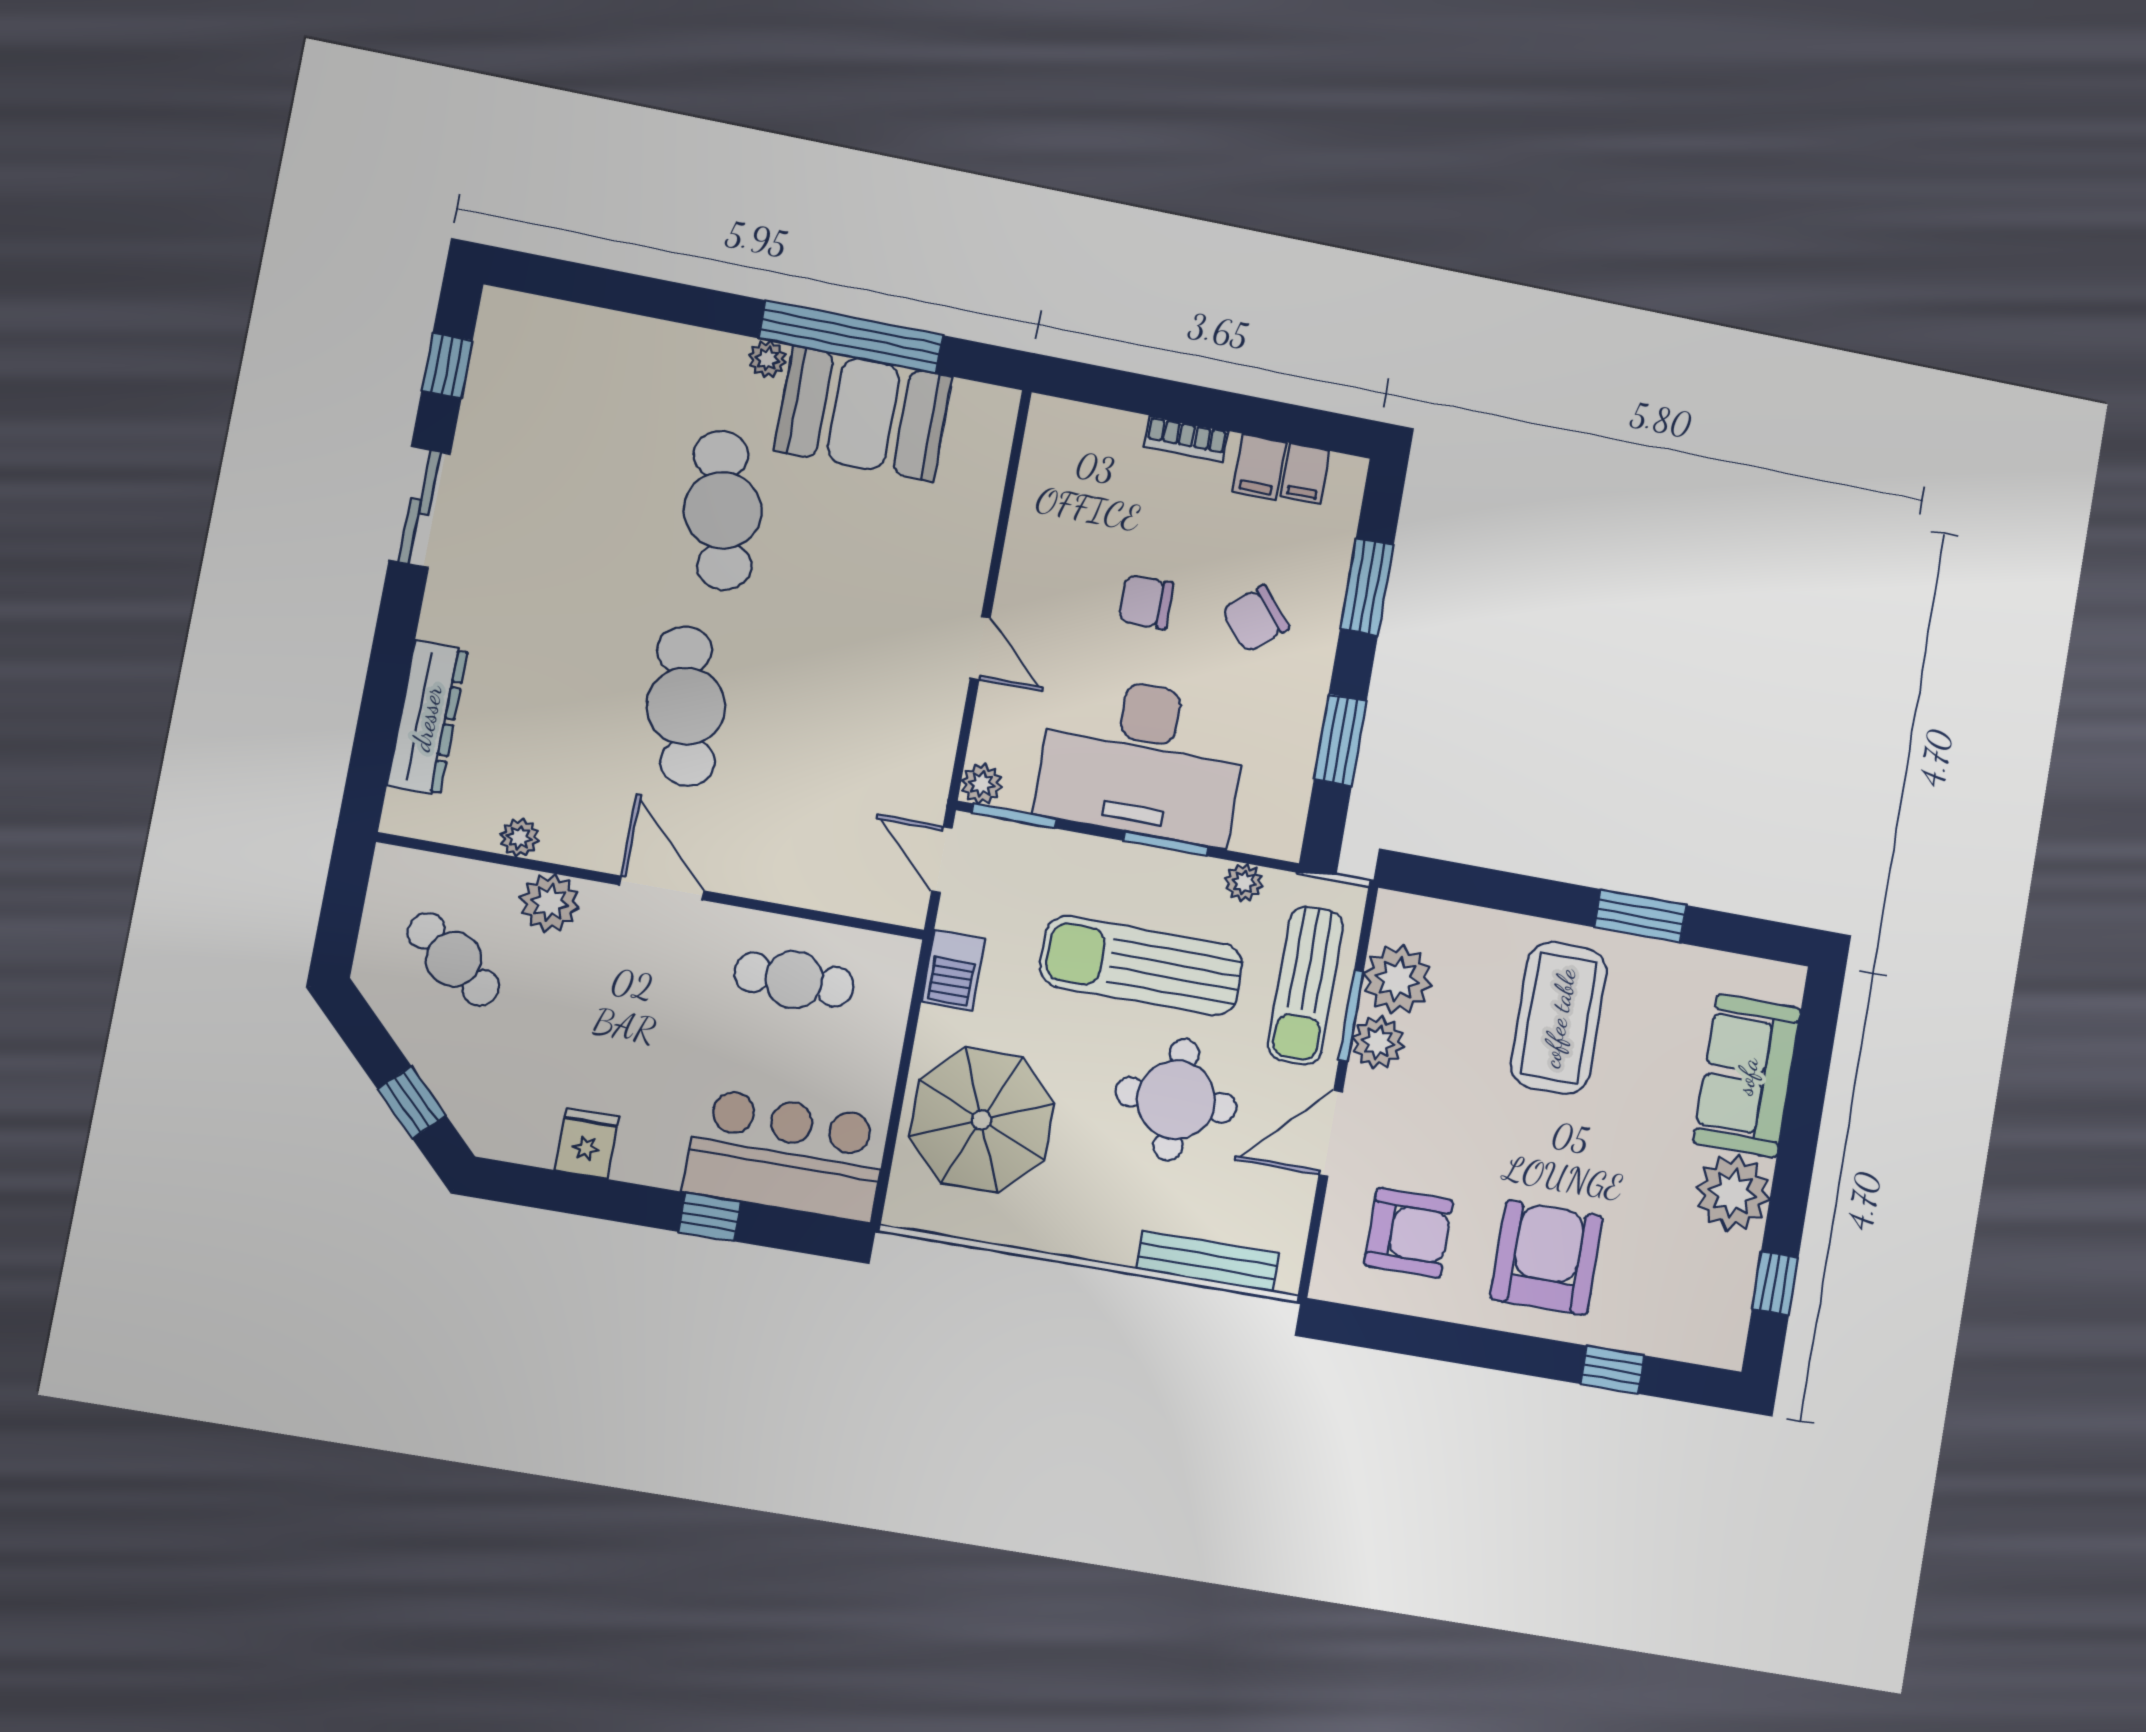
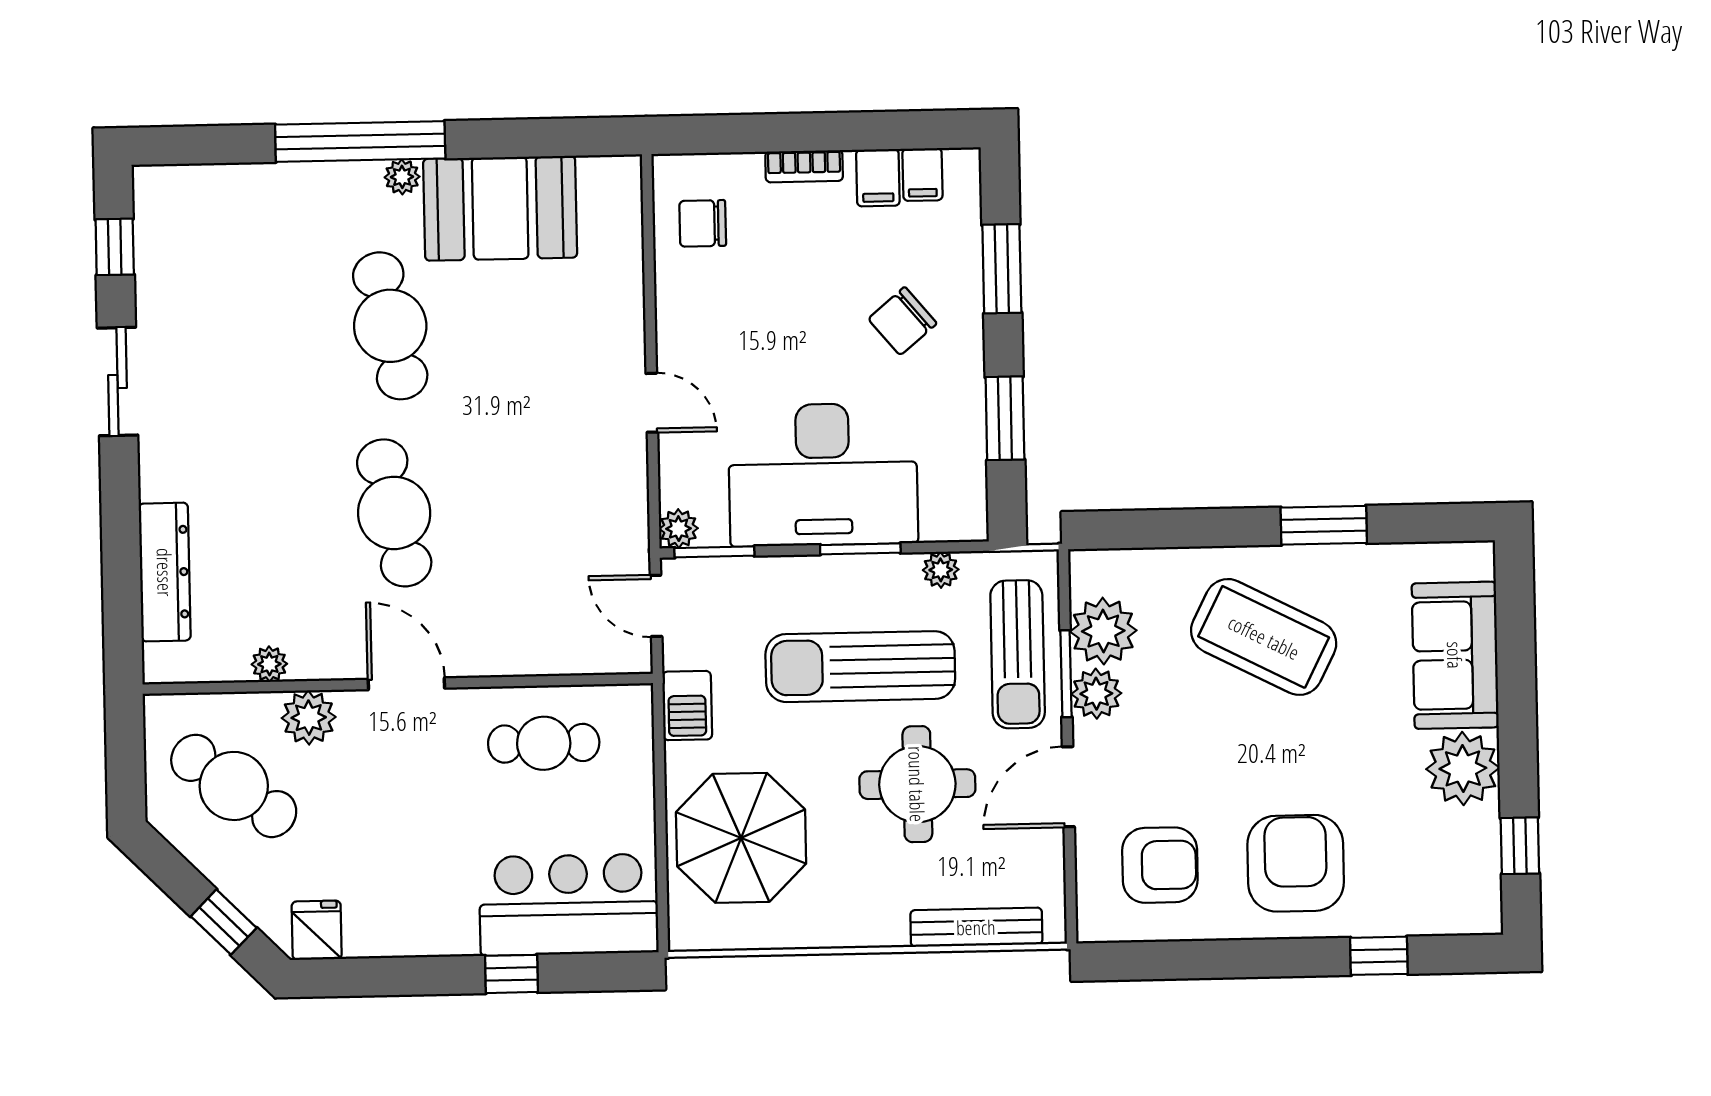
window: (851, 337) -> (360, 142), moved
chair: (1146, 602) -> (703, 223), moved
cafe table: (454, 959) -> (234, 786), width x1.37, depth x1.35
coffee table: (1559, 1018) -> (1264, 637), turned -63
fridge: (587, 1143) -> (317, 930), moved

